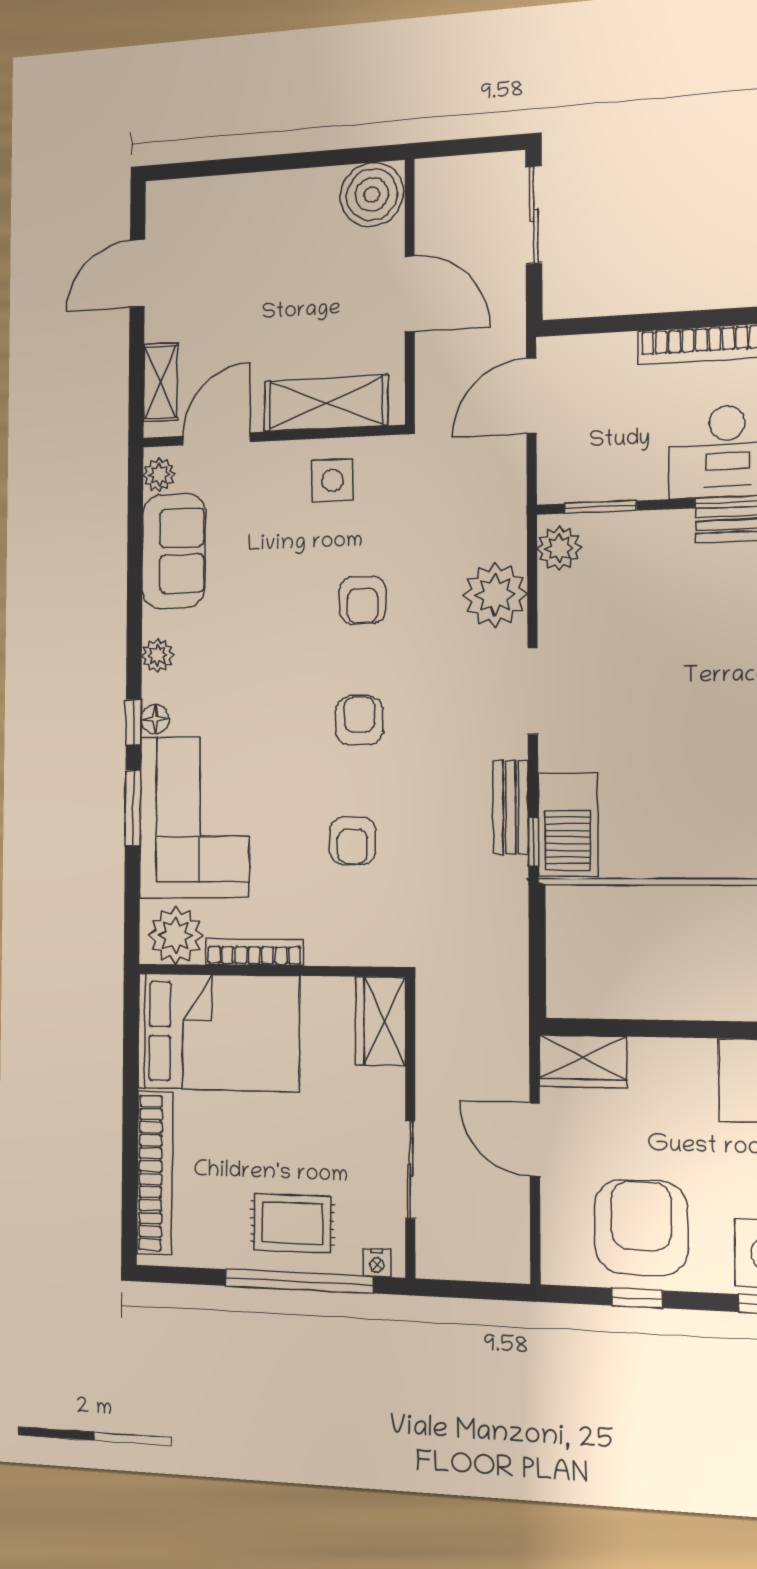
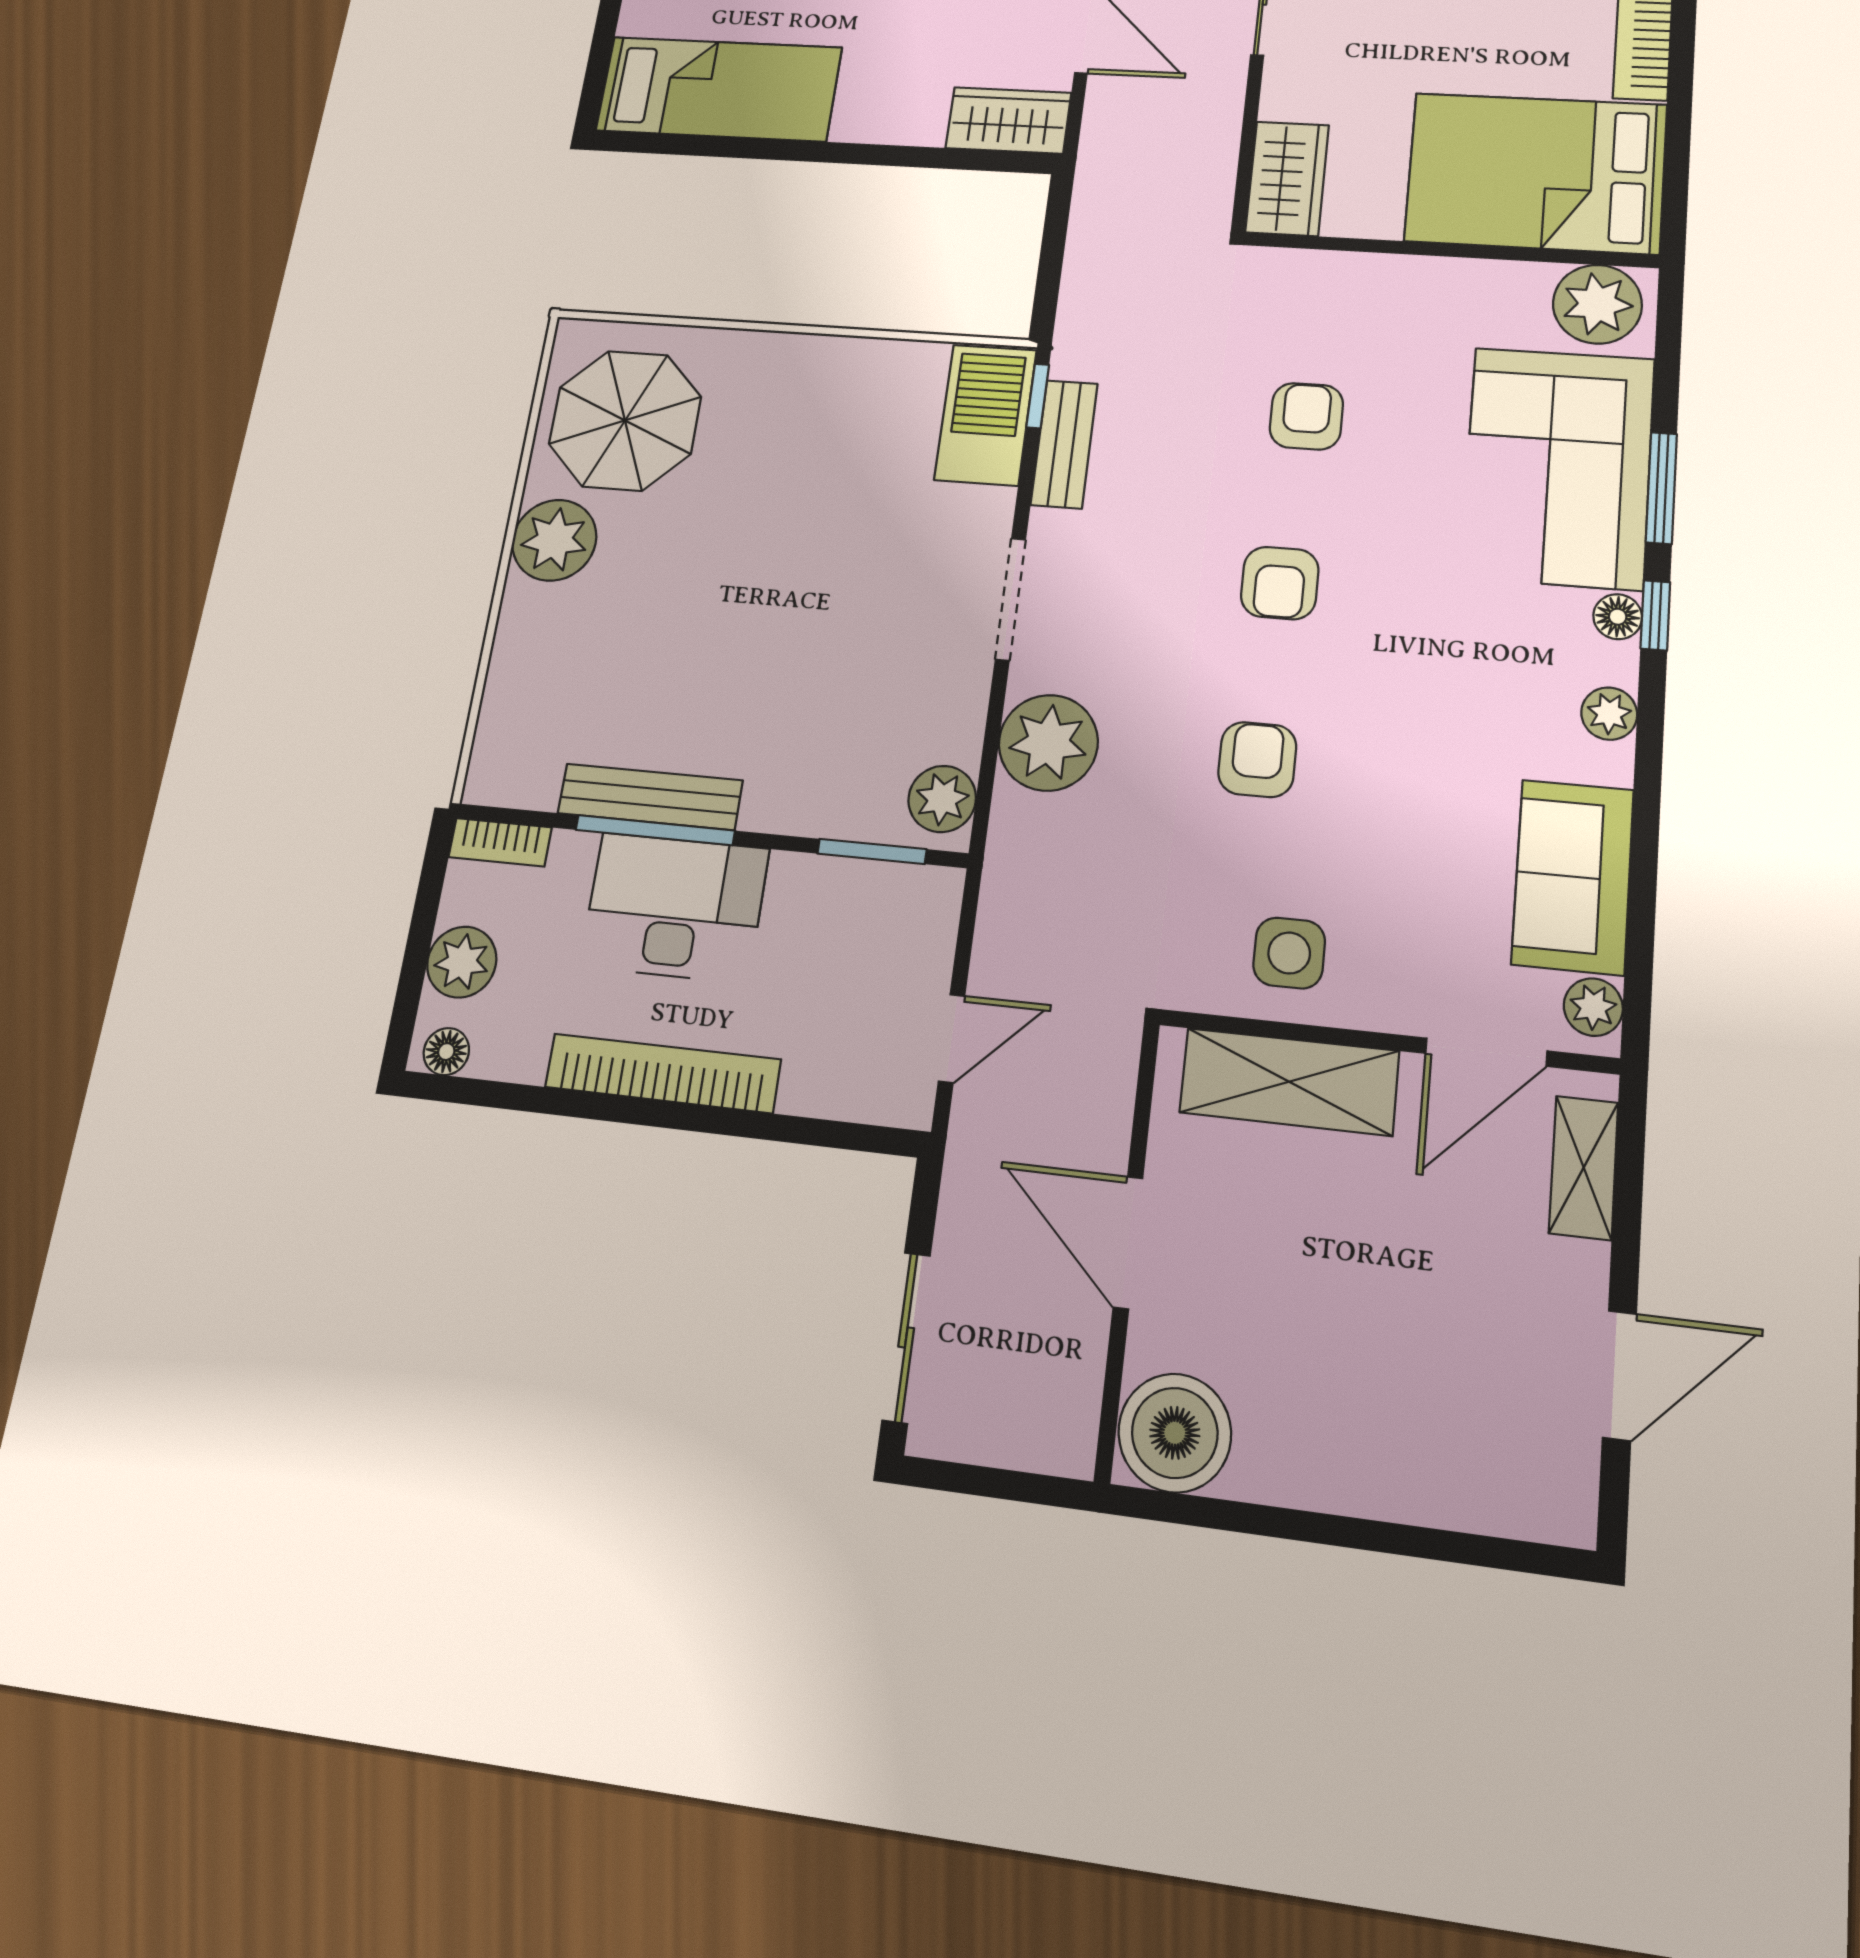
door: (531, 396) -> (952, 1038), width x0.73
bookcase: (254, 952) -> (1472, 275), removed

